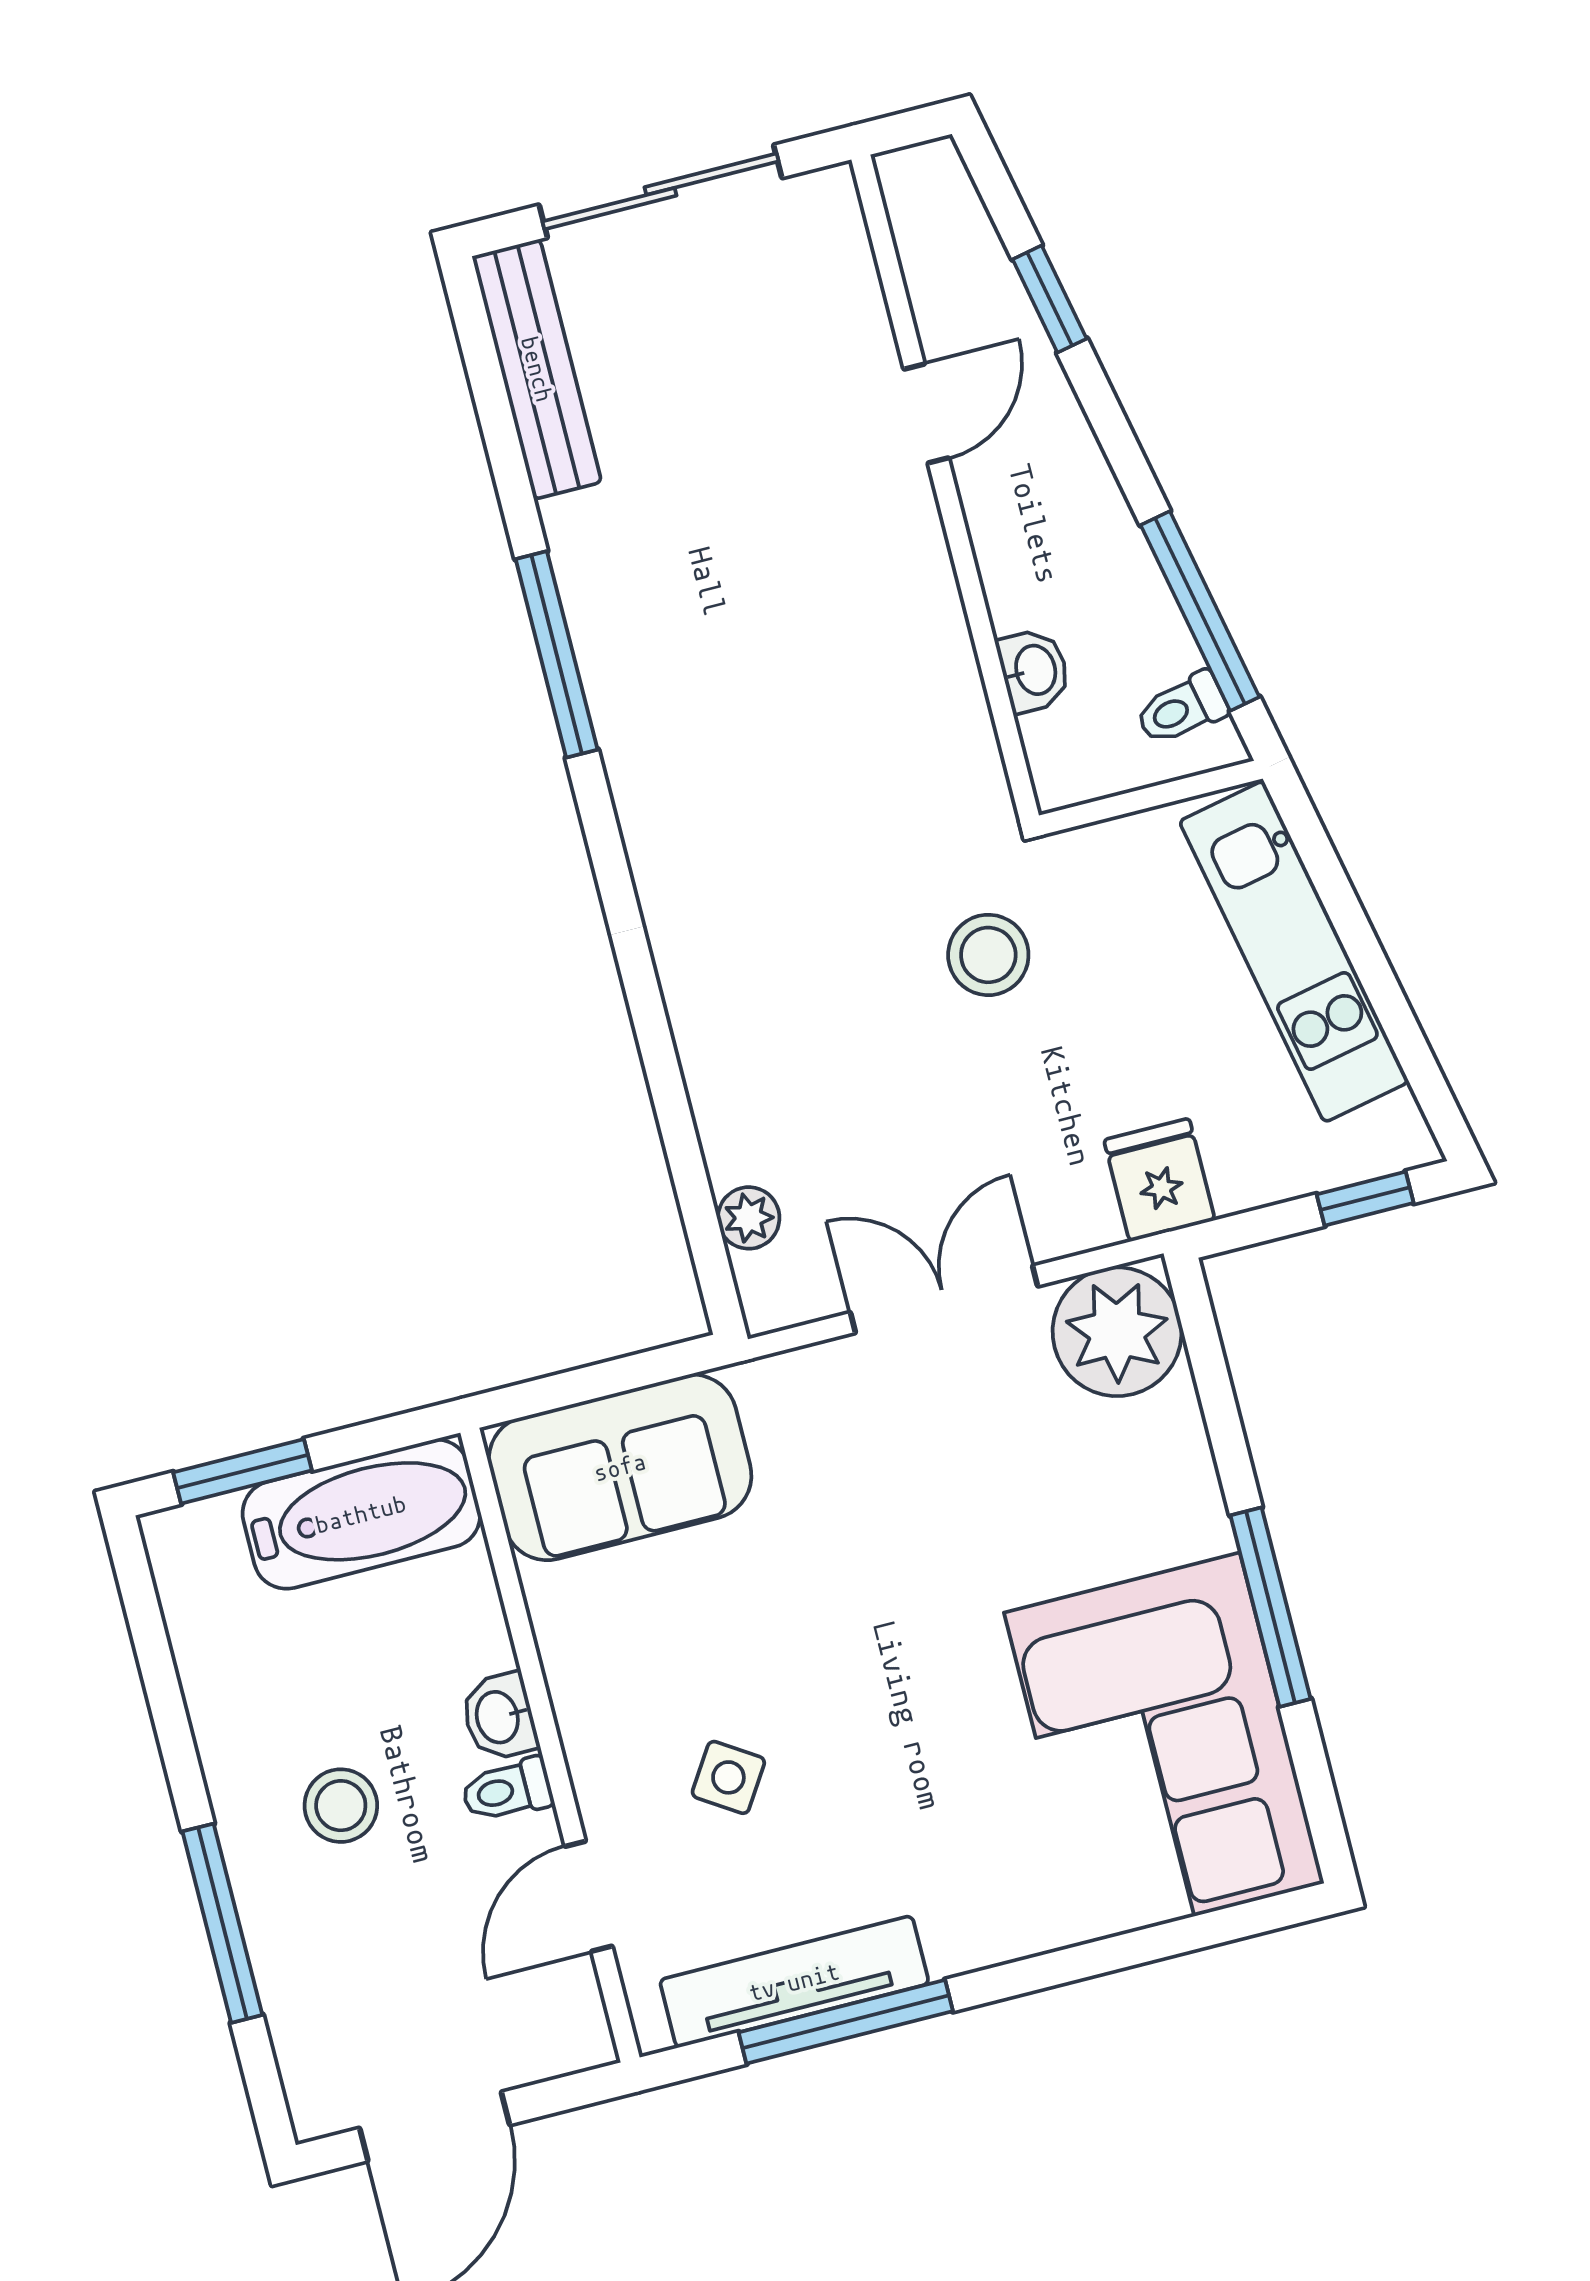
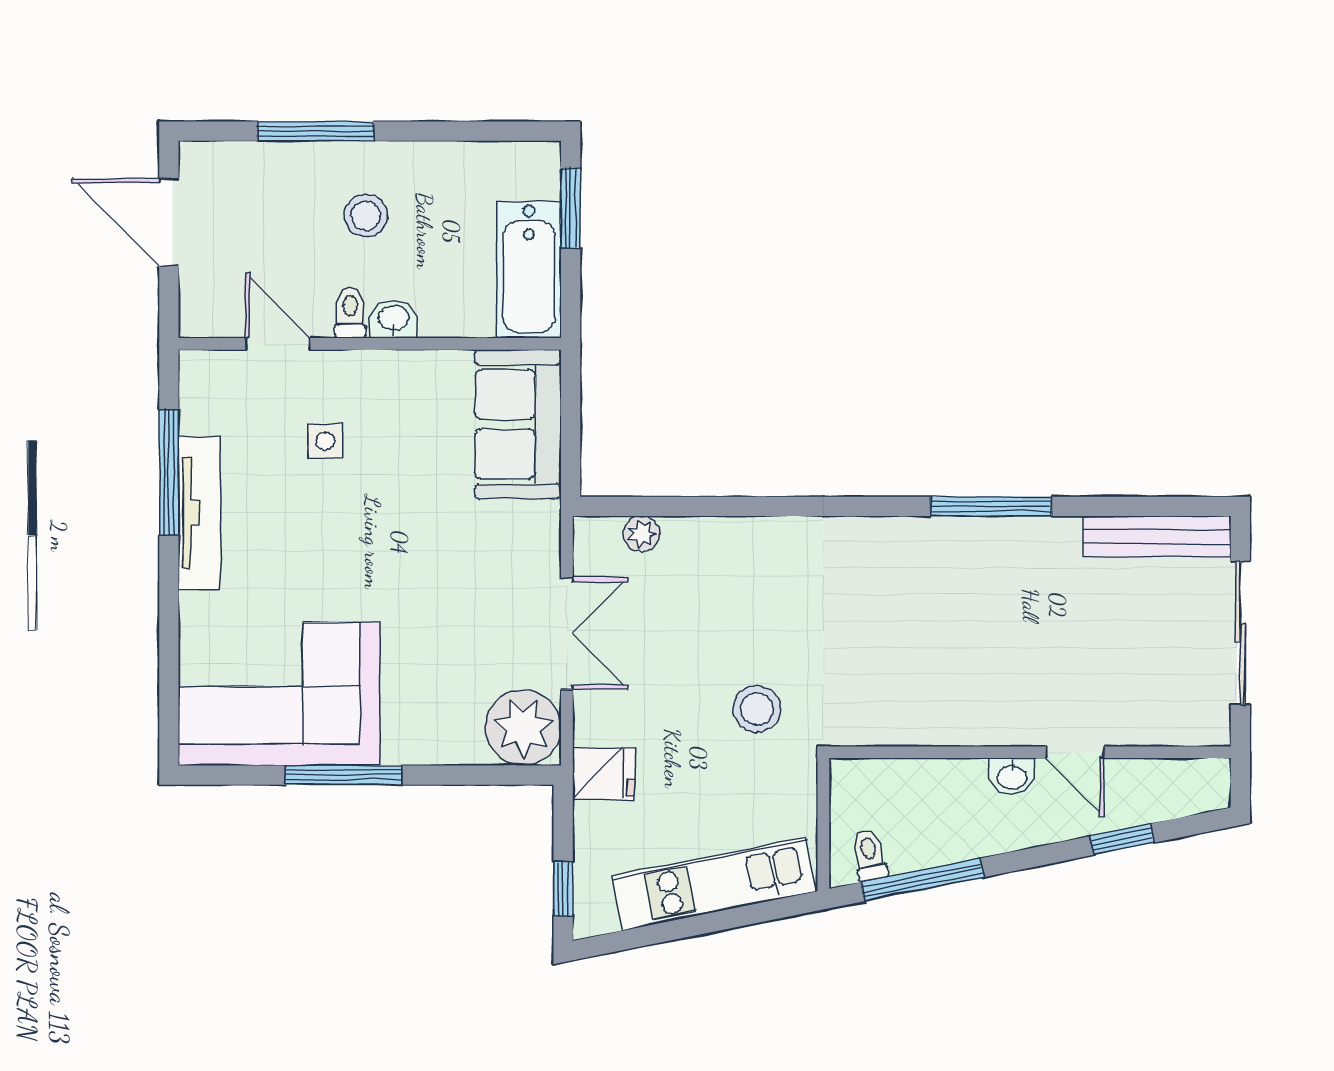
washbasin: (1034, 670) -> (1012, 776), moved
side table: (728, 1777) -> (325, 441), turned -33
tv unit: (794, 1982) -> (199, 513), moved

